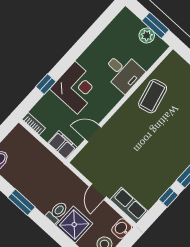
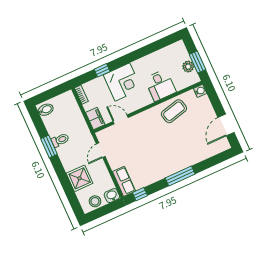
water cooler: (173, 59) -> (200, 91), added
door: (98, 192) -> (101, 150), moved
window: (169, 197) -> (140, 194), moved
toilet: (57, 212) -> (60, 140), moved

